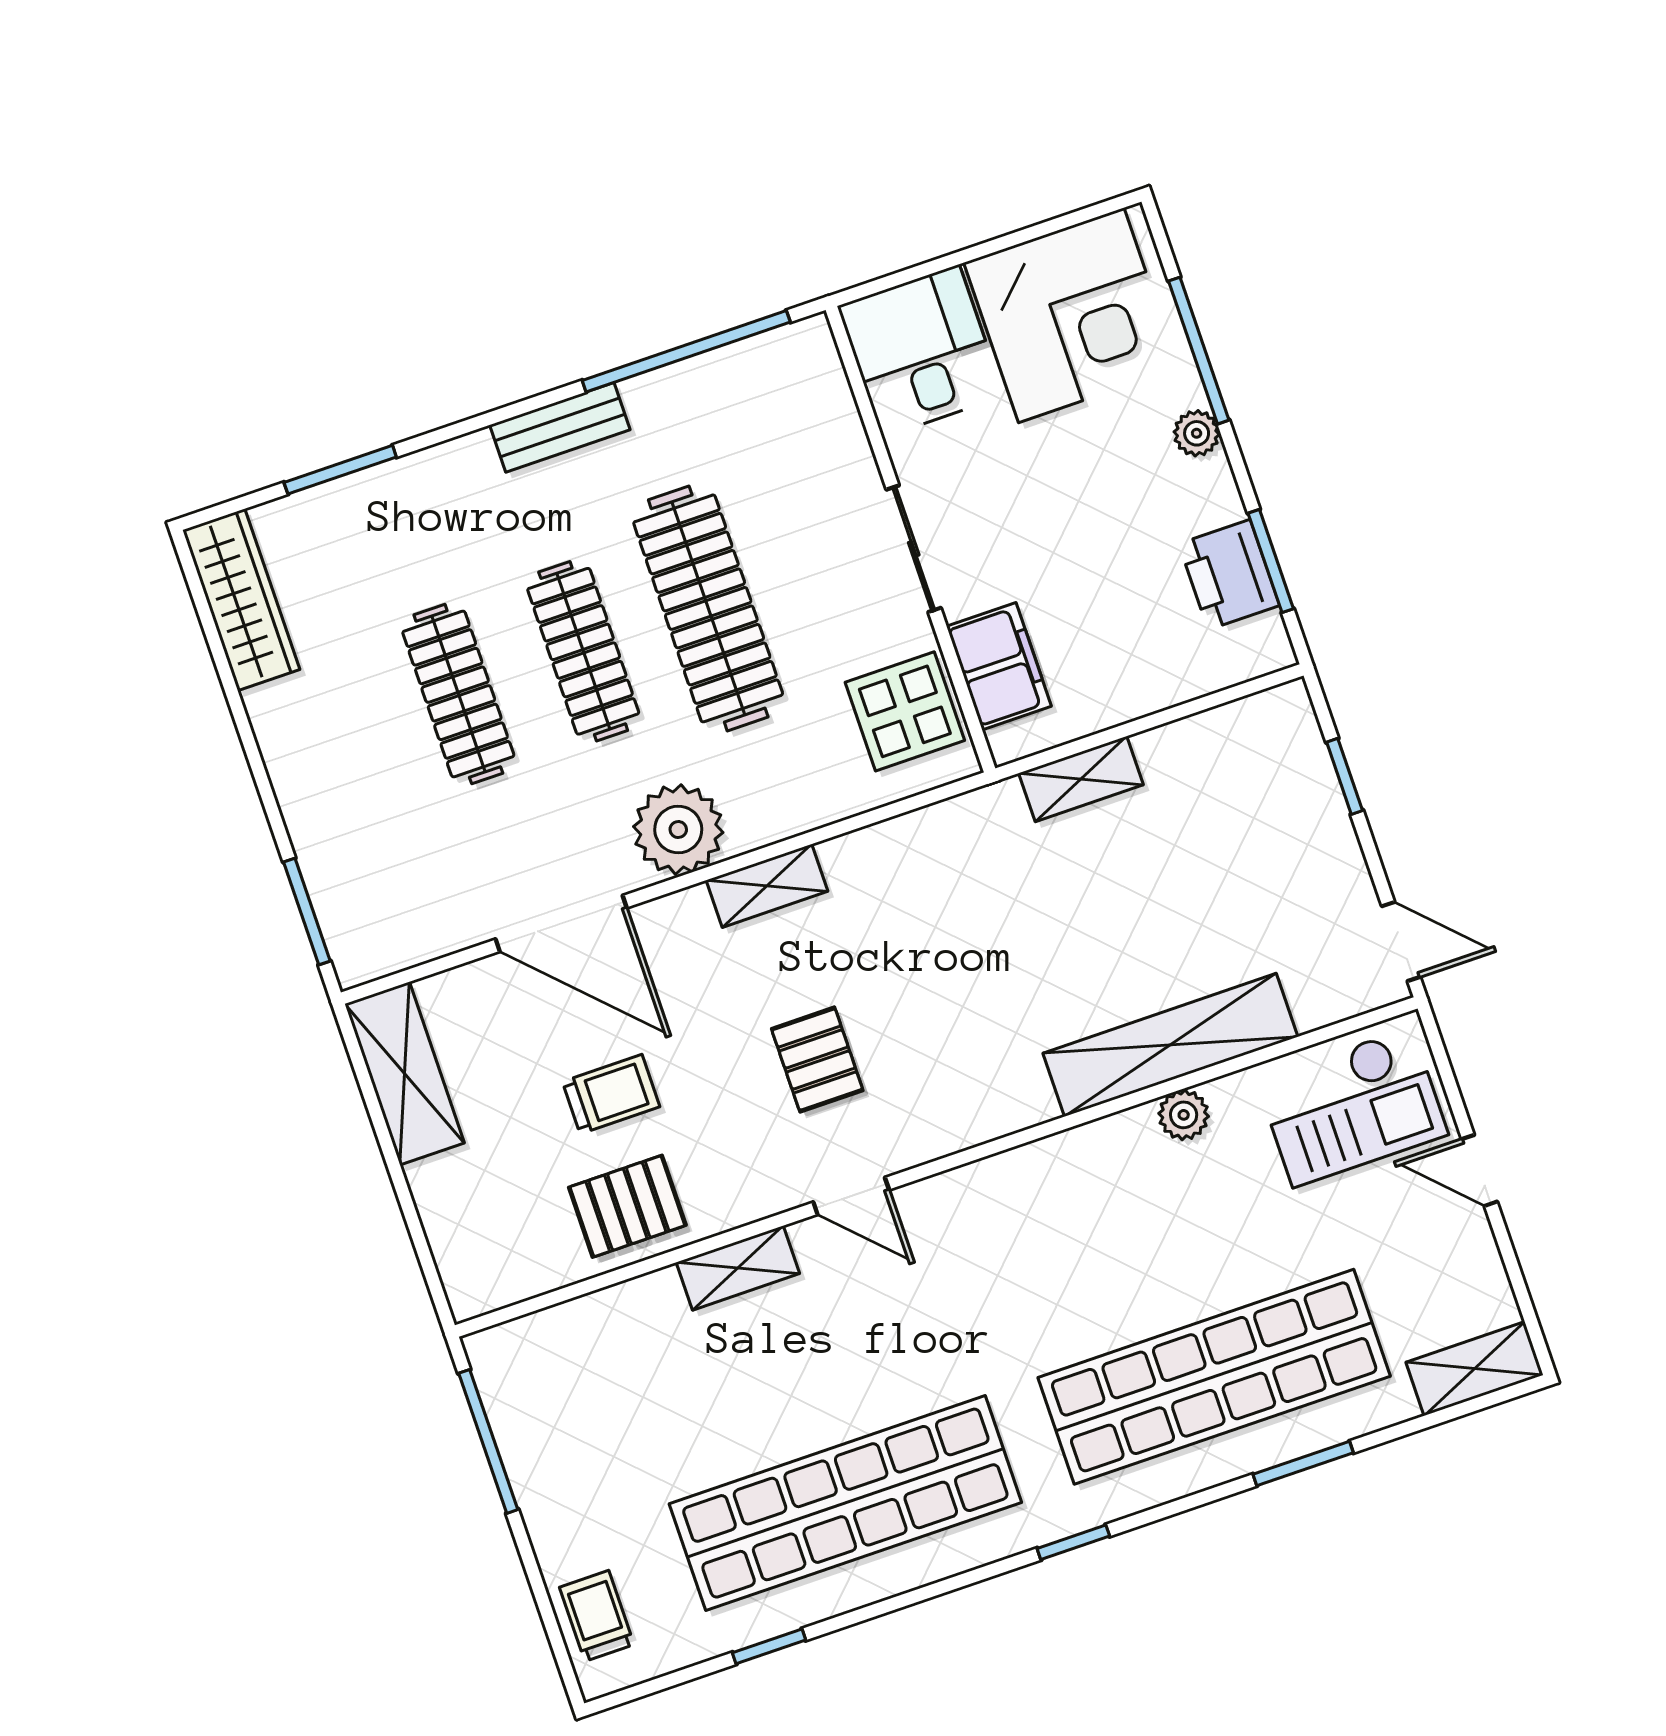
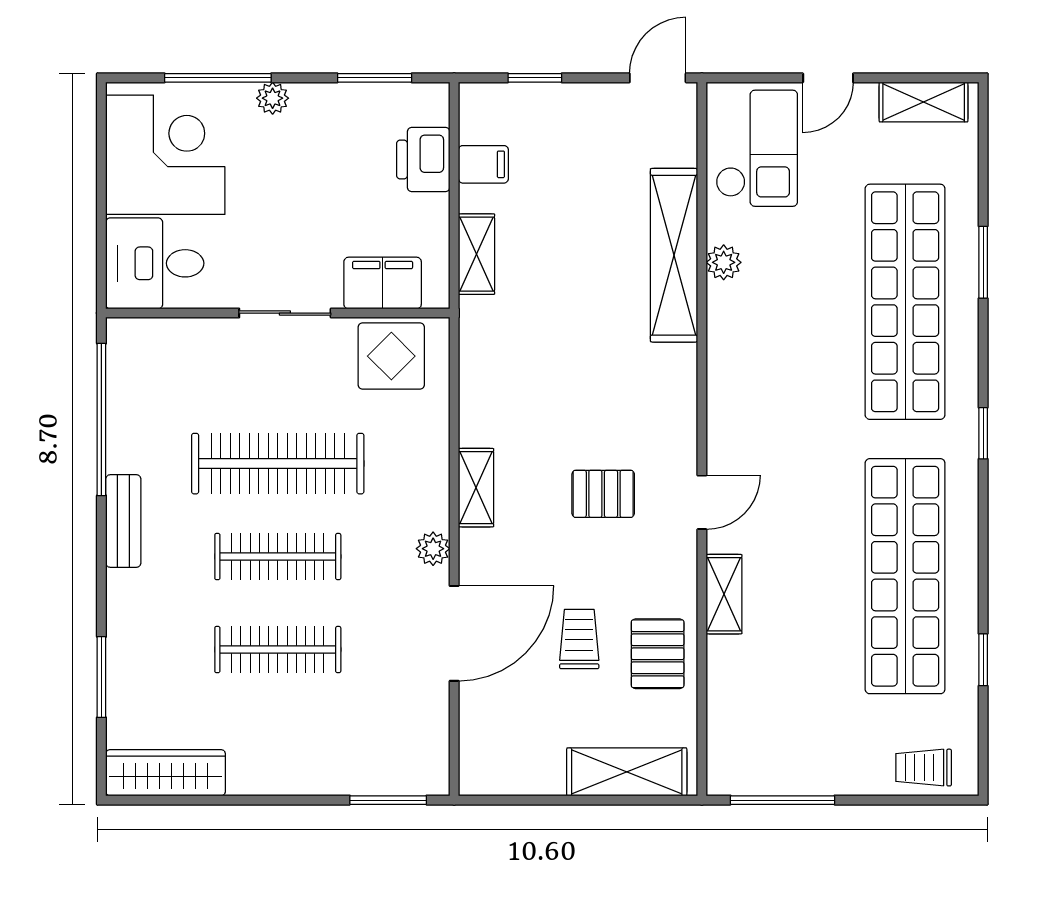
printer: (1229, 575) -> (423, 160), moved, turned 90
filing cabinet: (1205, 747) -> (483, 164), added
plant: (678, 830) -> (433, 549), width x0.53, depth x0.53
shelving: (405, 1073) -> (627, 772), moved
shelving: (1475, 1369) -> (924, 102), moved, turned 90

